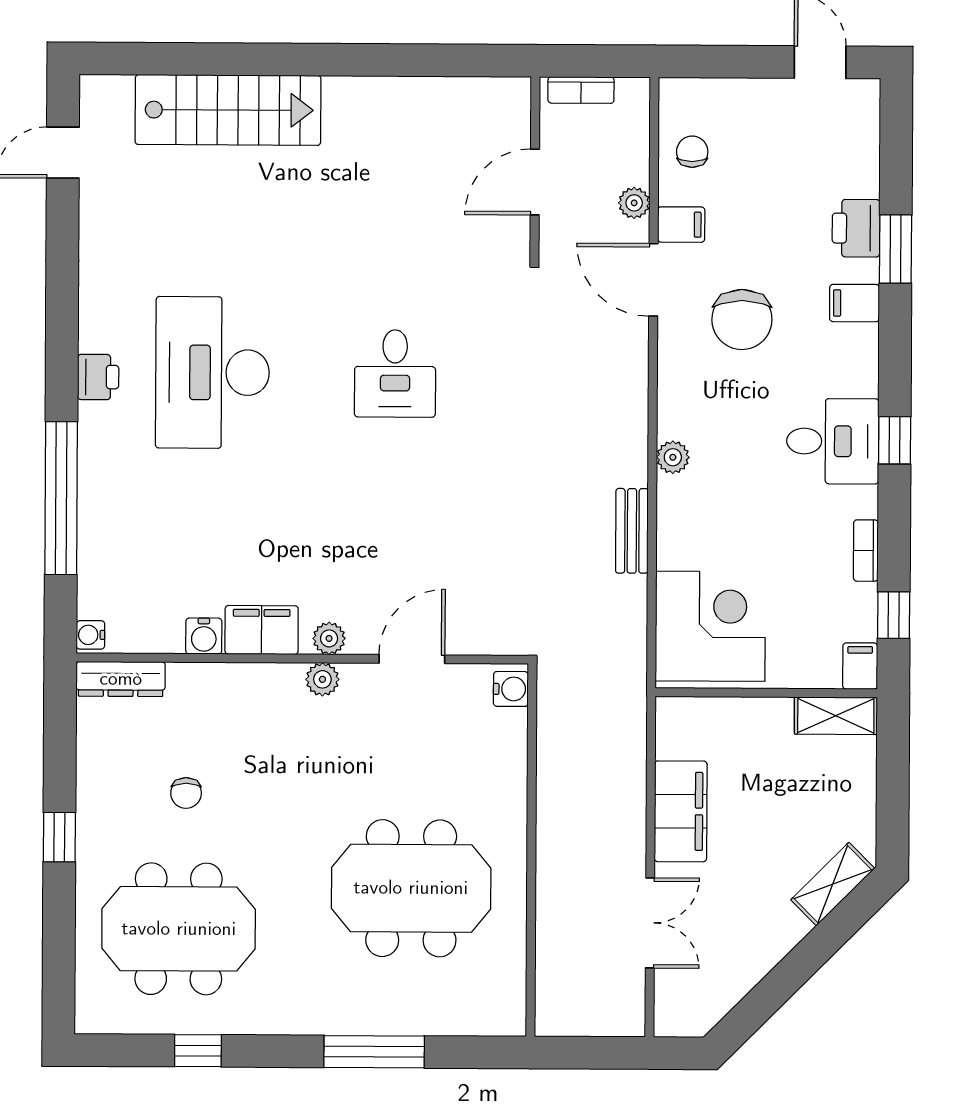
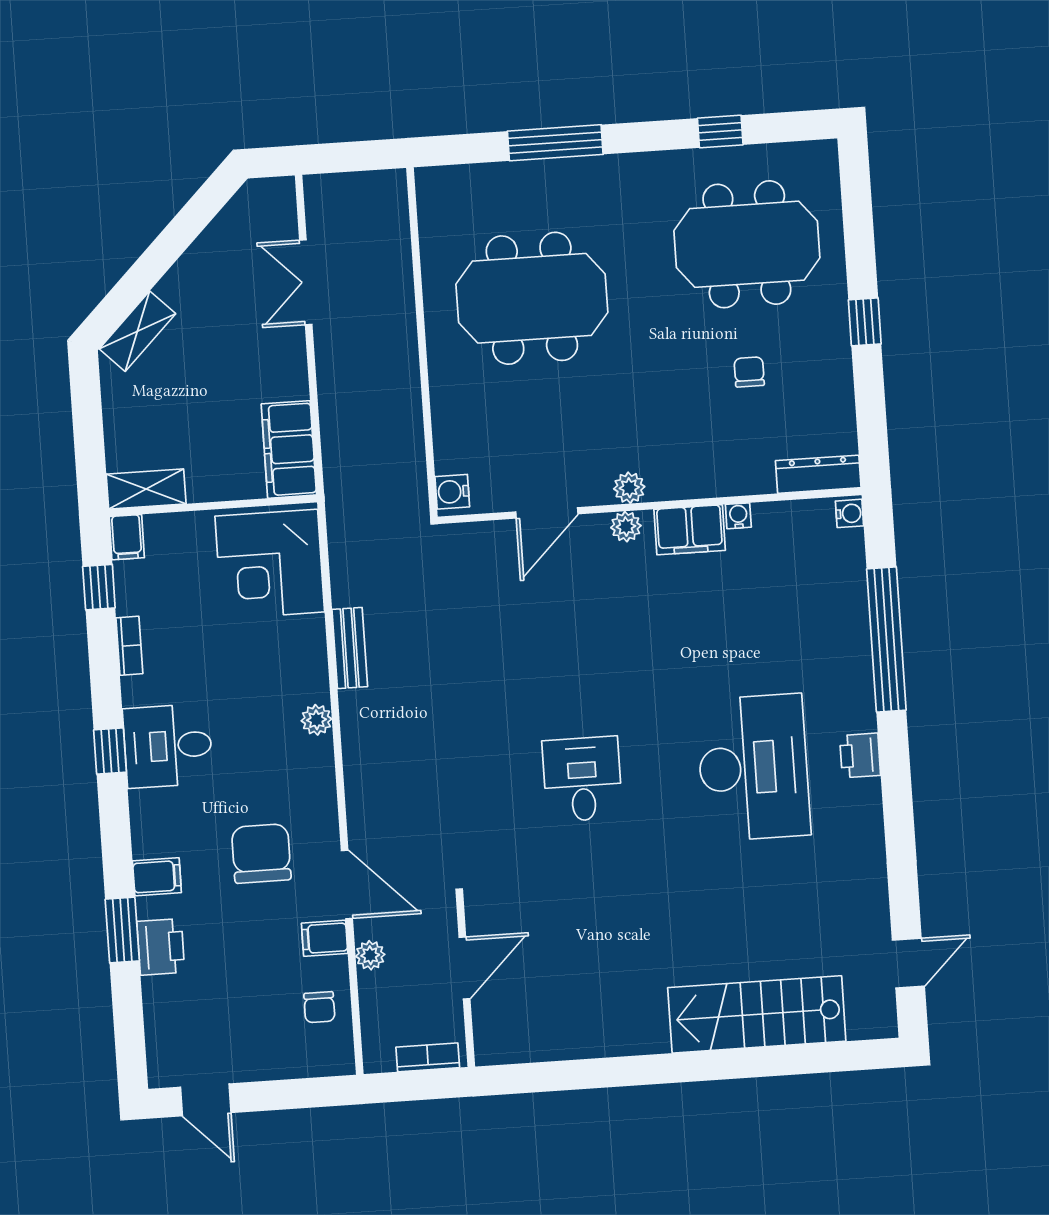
water cooler: (204, 636) -> (738, 516), width x0.72, depth x0.72
filing cabinet: (681, 811) -> (289, 449), moved

